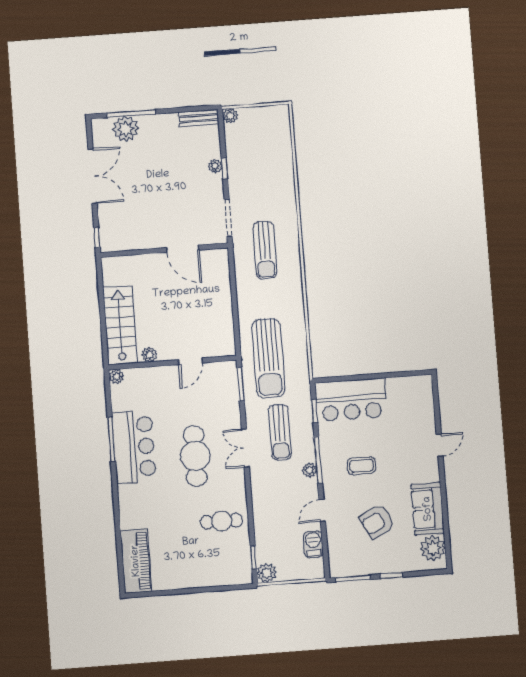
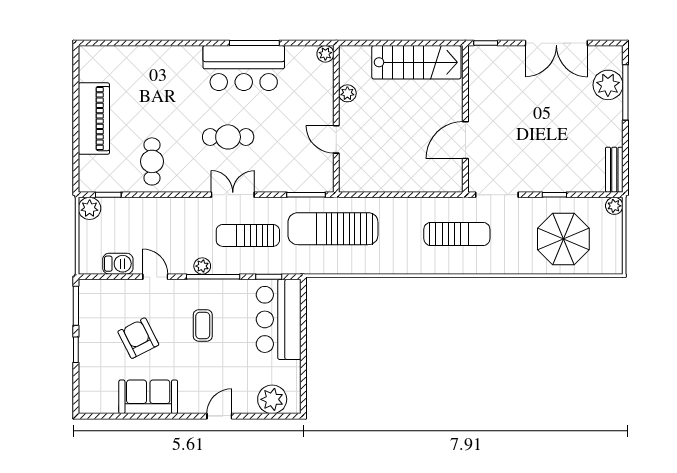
parasol: (262, 158) -> (563, 239), added
plant: (215, 166) -> (557, 184), removed
sun lounger: (265, 250) -> (457, 234), turned 180
stairs: (120, 325) -> (416, 62), moved
door: (440, 445) -> (219, 416), swing flipped
cafe table: (195, 456) -> (228, 137), width x0.73, depth x0.74
plant: (433, 548) -> (272, 399), moved
piano: (136, 561) -> (94, 119), moved, turned -90

